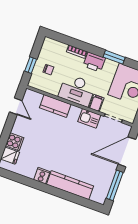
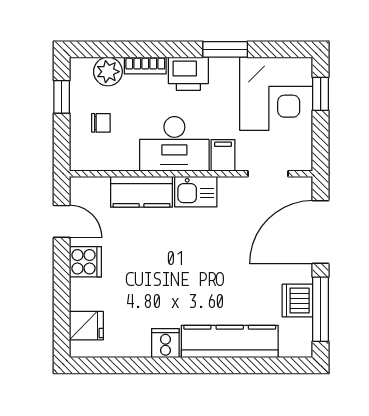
plant: (60, 48) -> (108, 72), added
window: (31, 65) -> (62, 97), moved
kitchen sink: (89, 118) -> (196, 192), moved
cooker: (15, 142) -> (85, 262), moved
dishwasher: (106, 178) -> (297, 301), added

